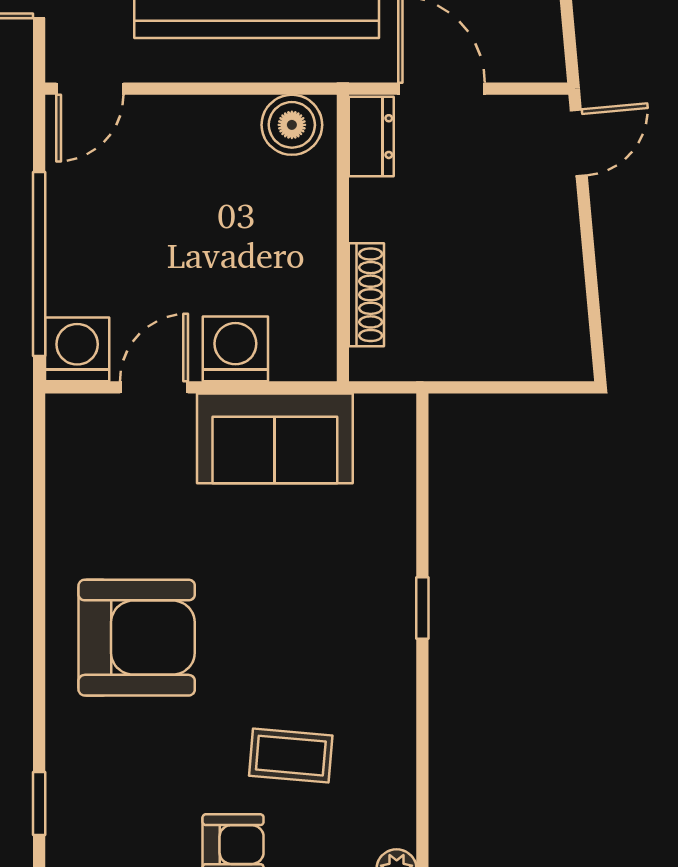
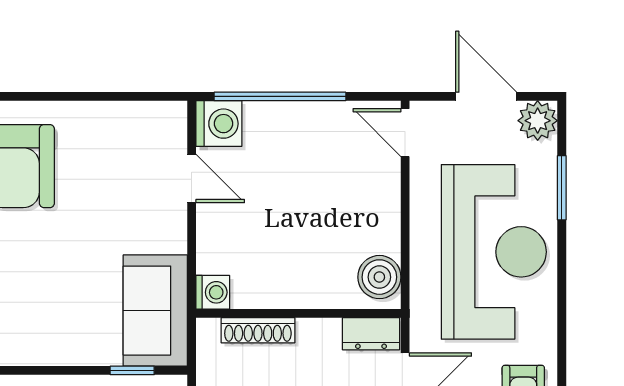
washing machine: (235, 349) -> (213, 292), moved, width x0.73, depth x0.73
sofa: (275, 438) -> (155, 311), moved
window: (422, 608) -> (132, 370), moved

